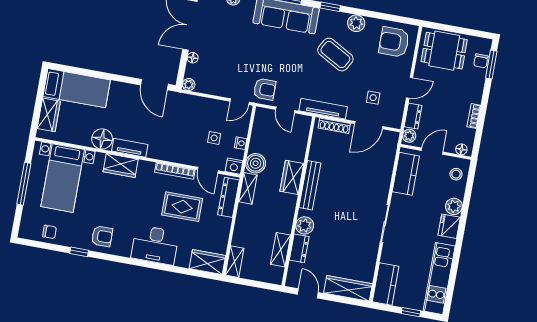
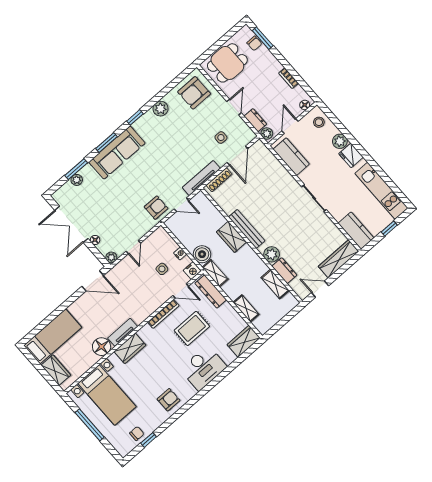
coffee table: (335, 54) -> (171, 140), removed
door: (240, 102) -> (133, 247), moved
window: (79, 252) -> (149, 440), moved
shelving: (235, 262) -> (246, 308), moved

